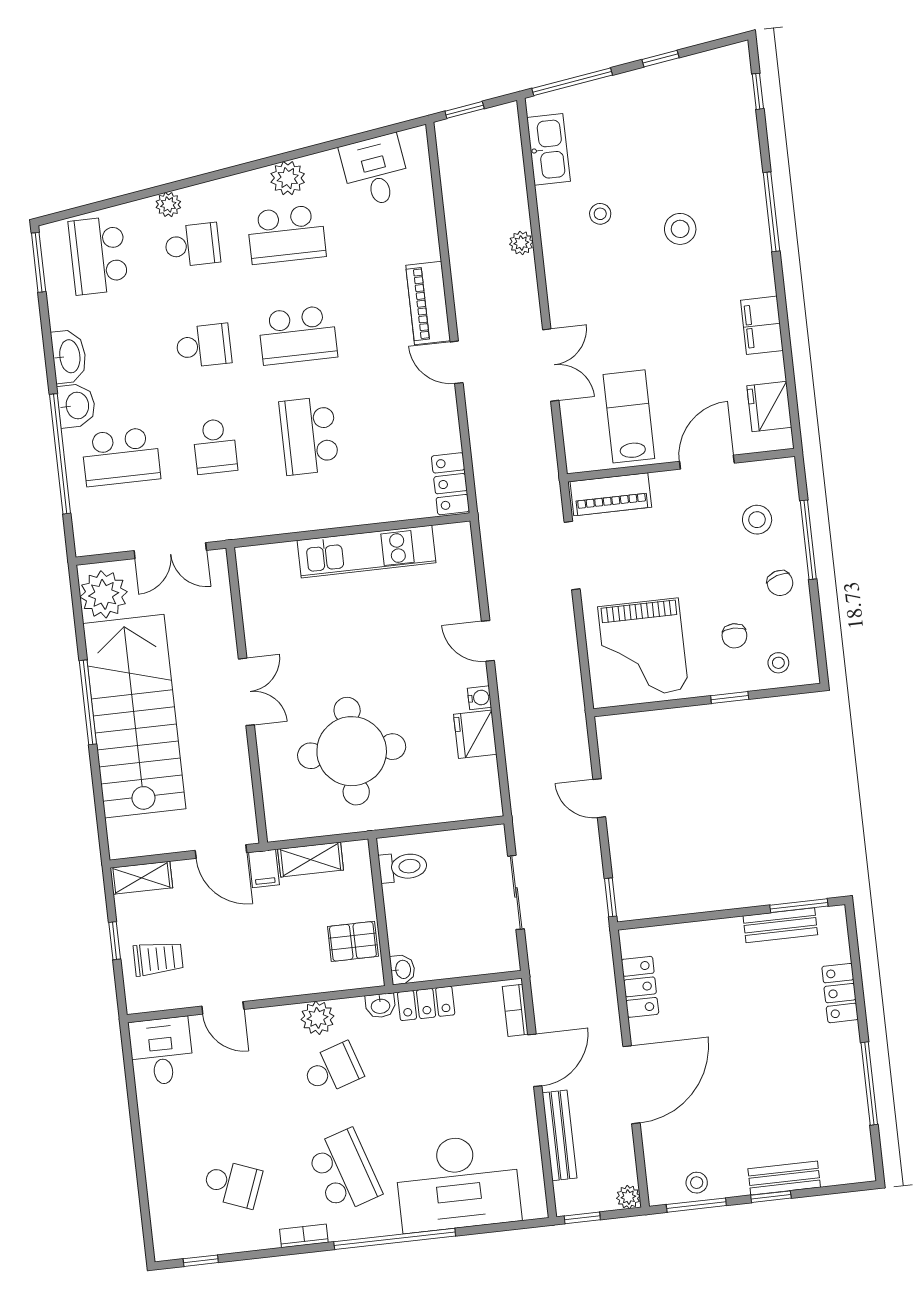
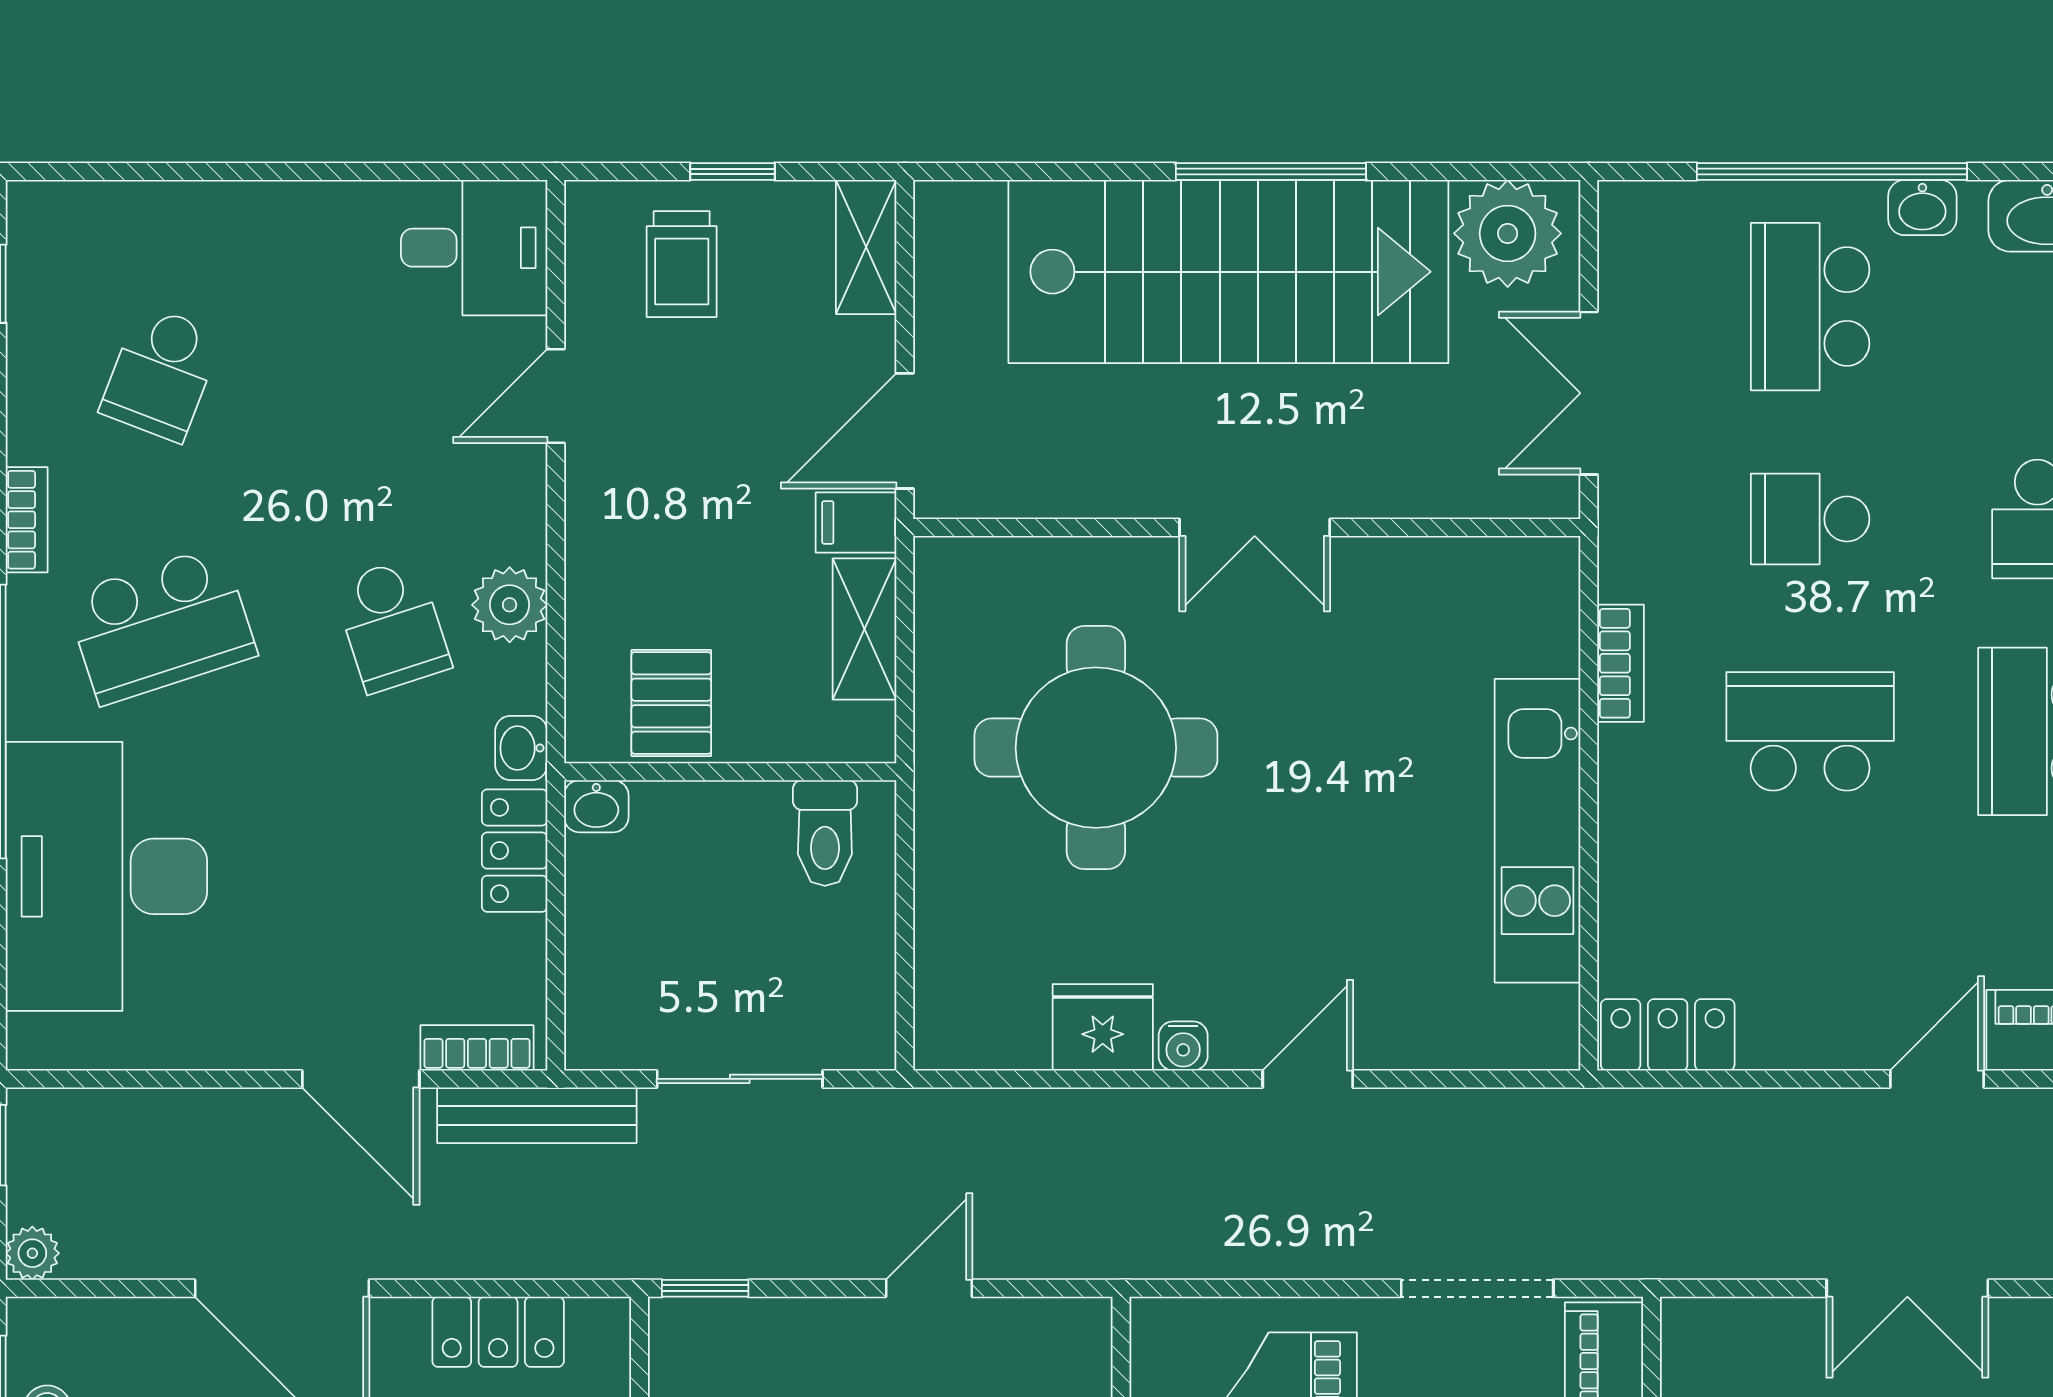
washbasin: (76, 406) -> (1922, 208), width x0.72, depth x0.69
bookcase: (288, 523) -> (1620, 663), added
bench: (560, 1135) -> (537, 1115), moved

